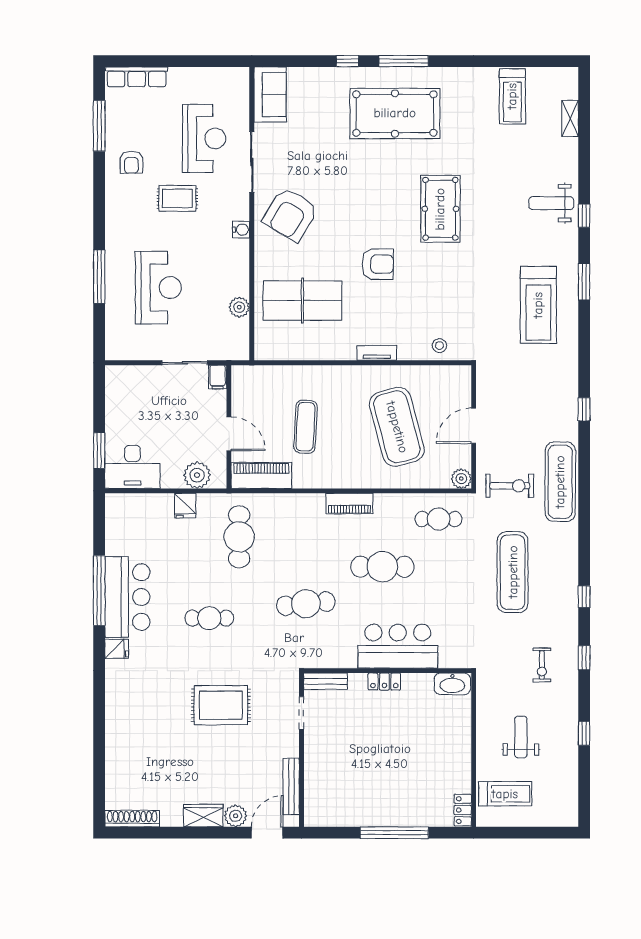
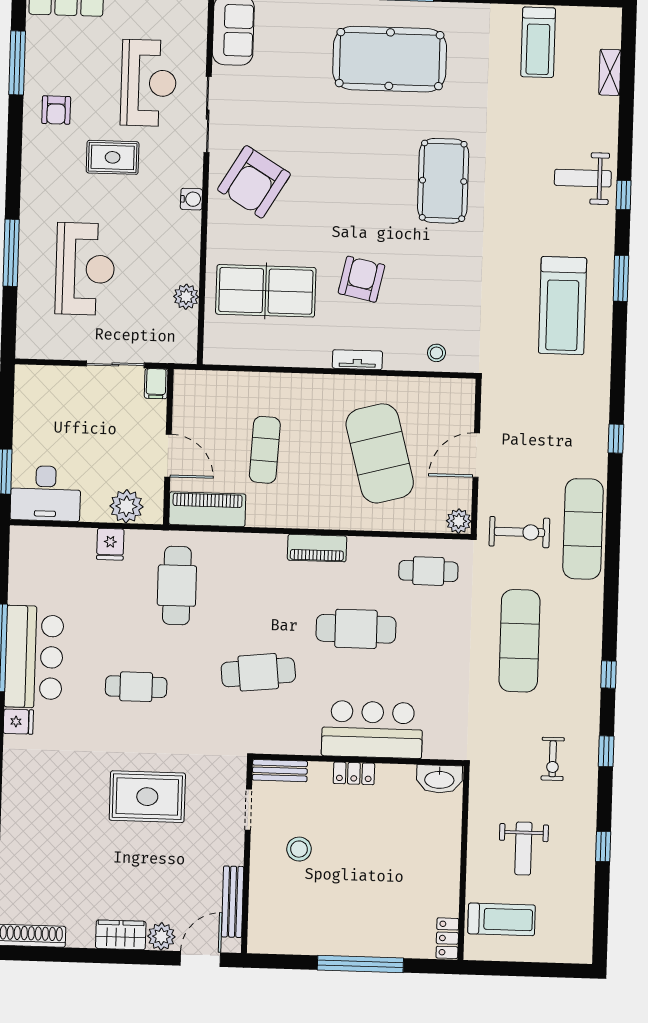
armchair: (378, 264) -> (361, 279), moved, turned -78
weight bench: (521, 737) -> (523, 848), turned 180
stool: (343, 743) -> (299, 849), added

